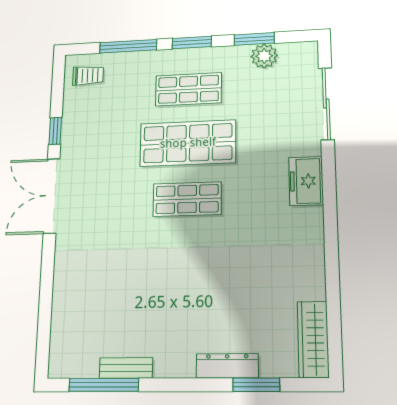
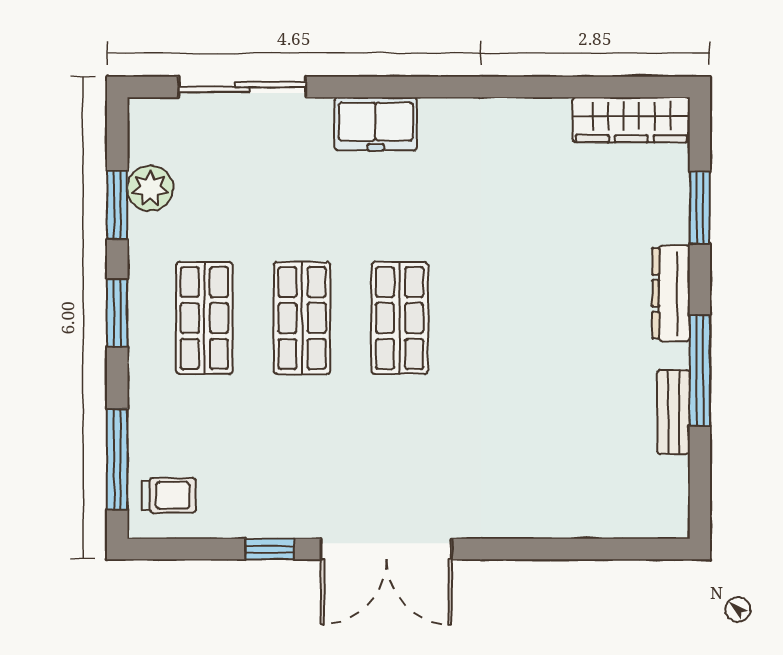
window: (128, 46) -> (117, 459), moved
trolley: (88, 76) -> (169, 495), turned 90
shop shelf: (188, 143) -> (302, 318), width x0.70, depth x0.74
dresser: (227, 366) -> (671, 293), moved
window: (104, 385) -> (700, 370), moved

